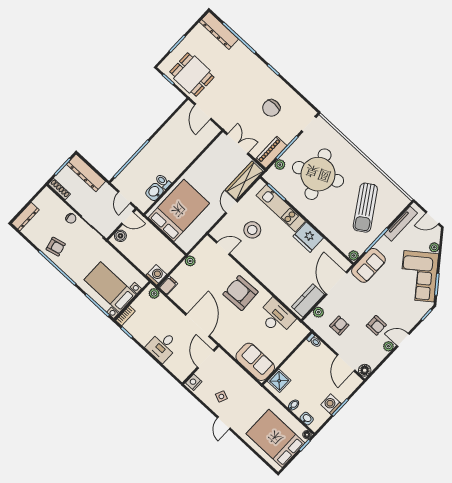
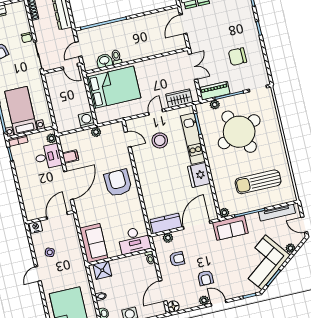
wardrobe: (244, 180) -> (179, 98), width x0.67
sun lounger: (365, 208) -> (258, 182), turned 33
boiler: (120, 236) -> (55, 77), removed
washing machine: (156, 275) -> (87, 120), moved, turned -90
filing cabinet: (168, 285) -> (70, 157), moved
desk: (276, 317) -> (134, 240), moved, turned 90
desk: (162, 346) -> (48, 157), moved, turned 180

